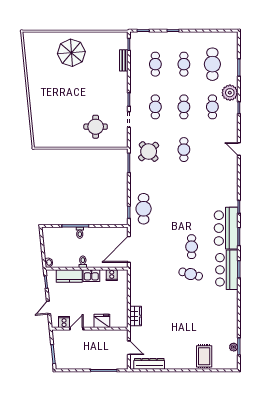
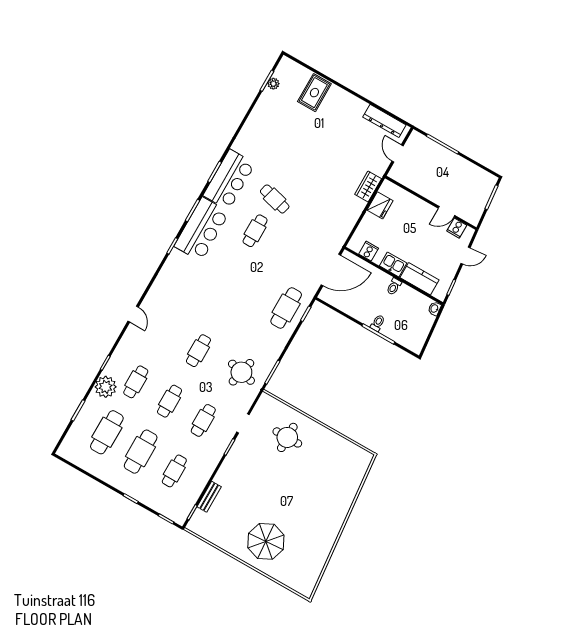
cafe table: (184, 64) -> (141, 452), width x1.37, depth x1.35
round table: (149, 152) -> (241, 372), turned -35
fridge: (102, 321) -> (380, 205), moved, turned -90

